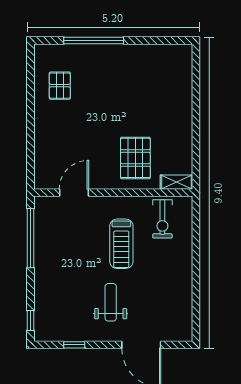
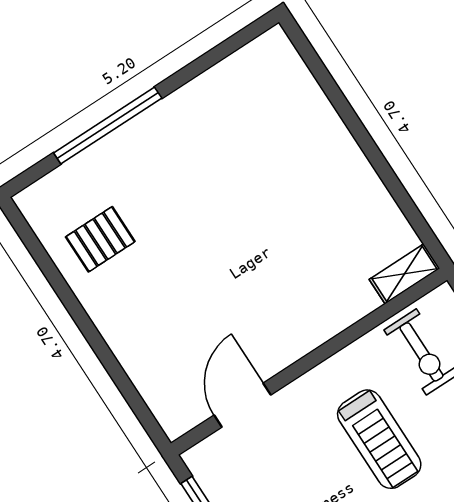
pallet: (60, 86) -> (100, 239), turned 90
pallet: (135, 158) -> (308, 278), removed

